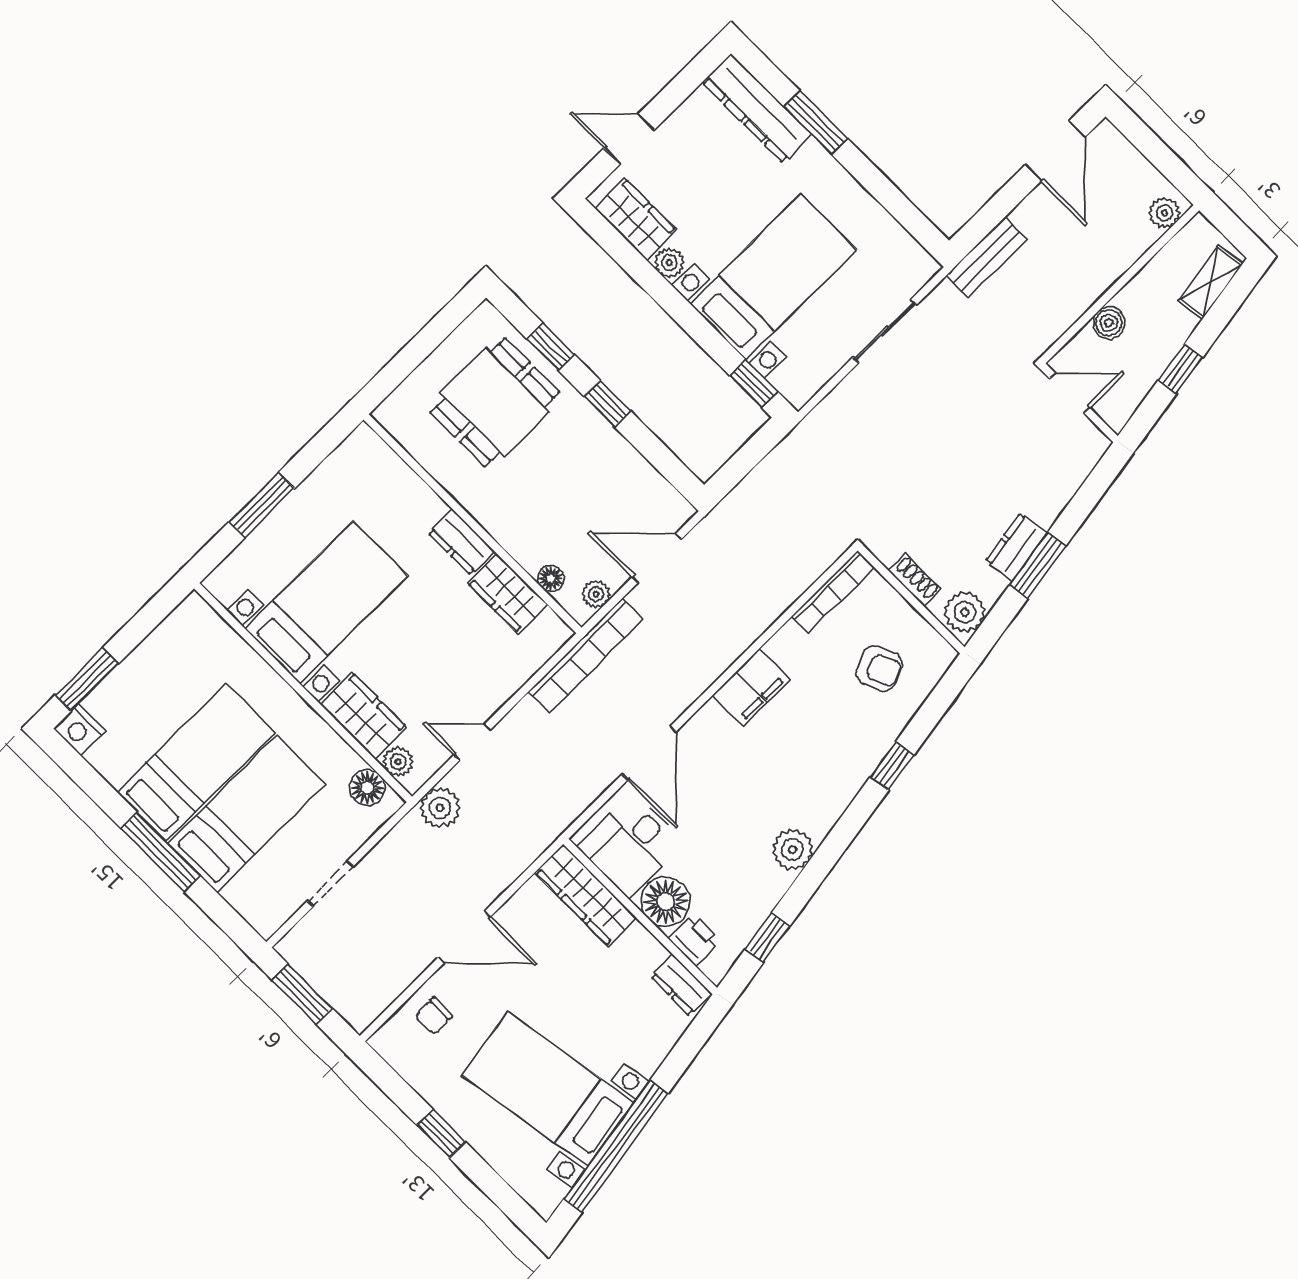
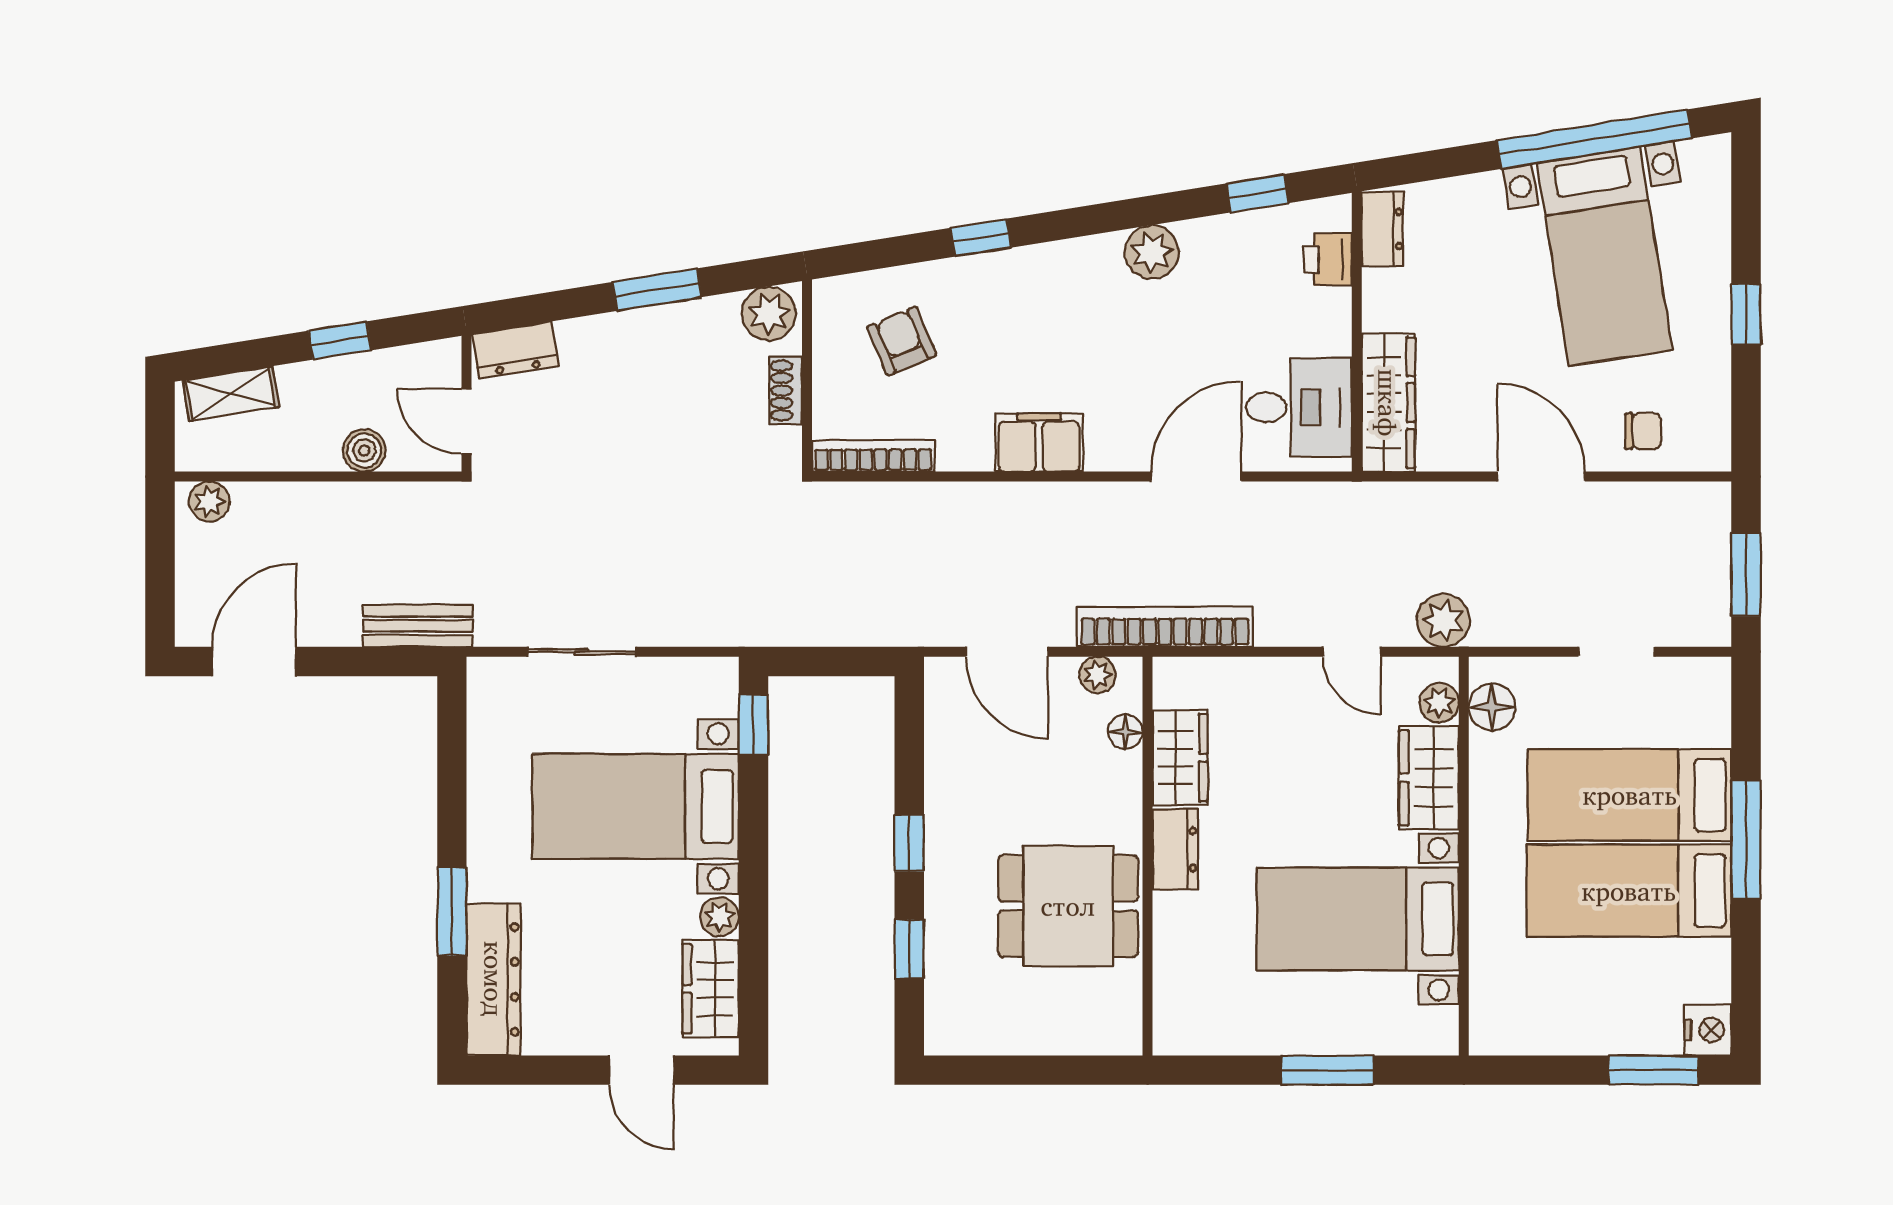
dining table: (495, 402) -> (1068, 906), moved
dresser: (1016, 547) -> (515, 350), moved
floor lamp: (666, 902) -> (1319, 322), removed

